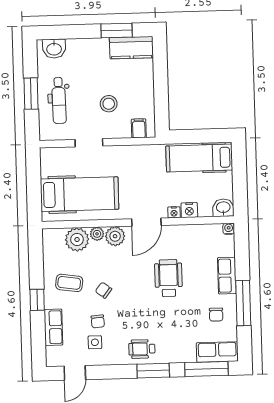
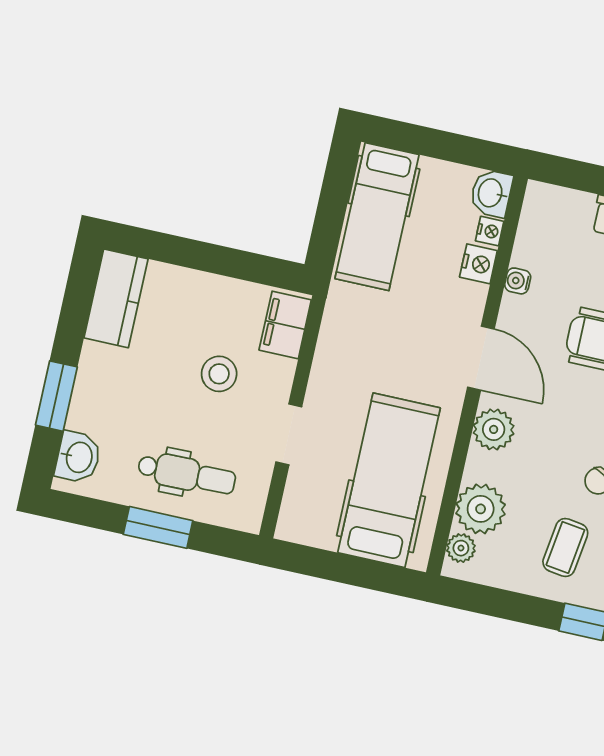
window: (117, 30) -> (56, 396), moved
filing cabinet: (139, 128) -> (285, 325), width x2.00
nightstand: (174, 212) -> (490, 231), moved
water cooler: (229, 229) -> (518, 281), moved
plant: (97, 234) -> (461, 548), moved

